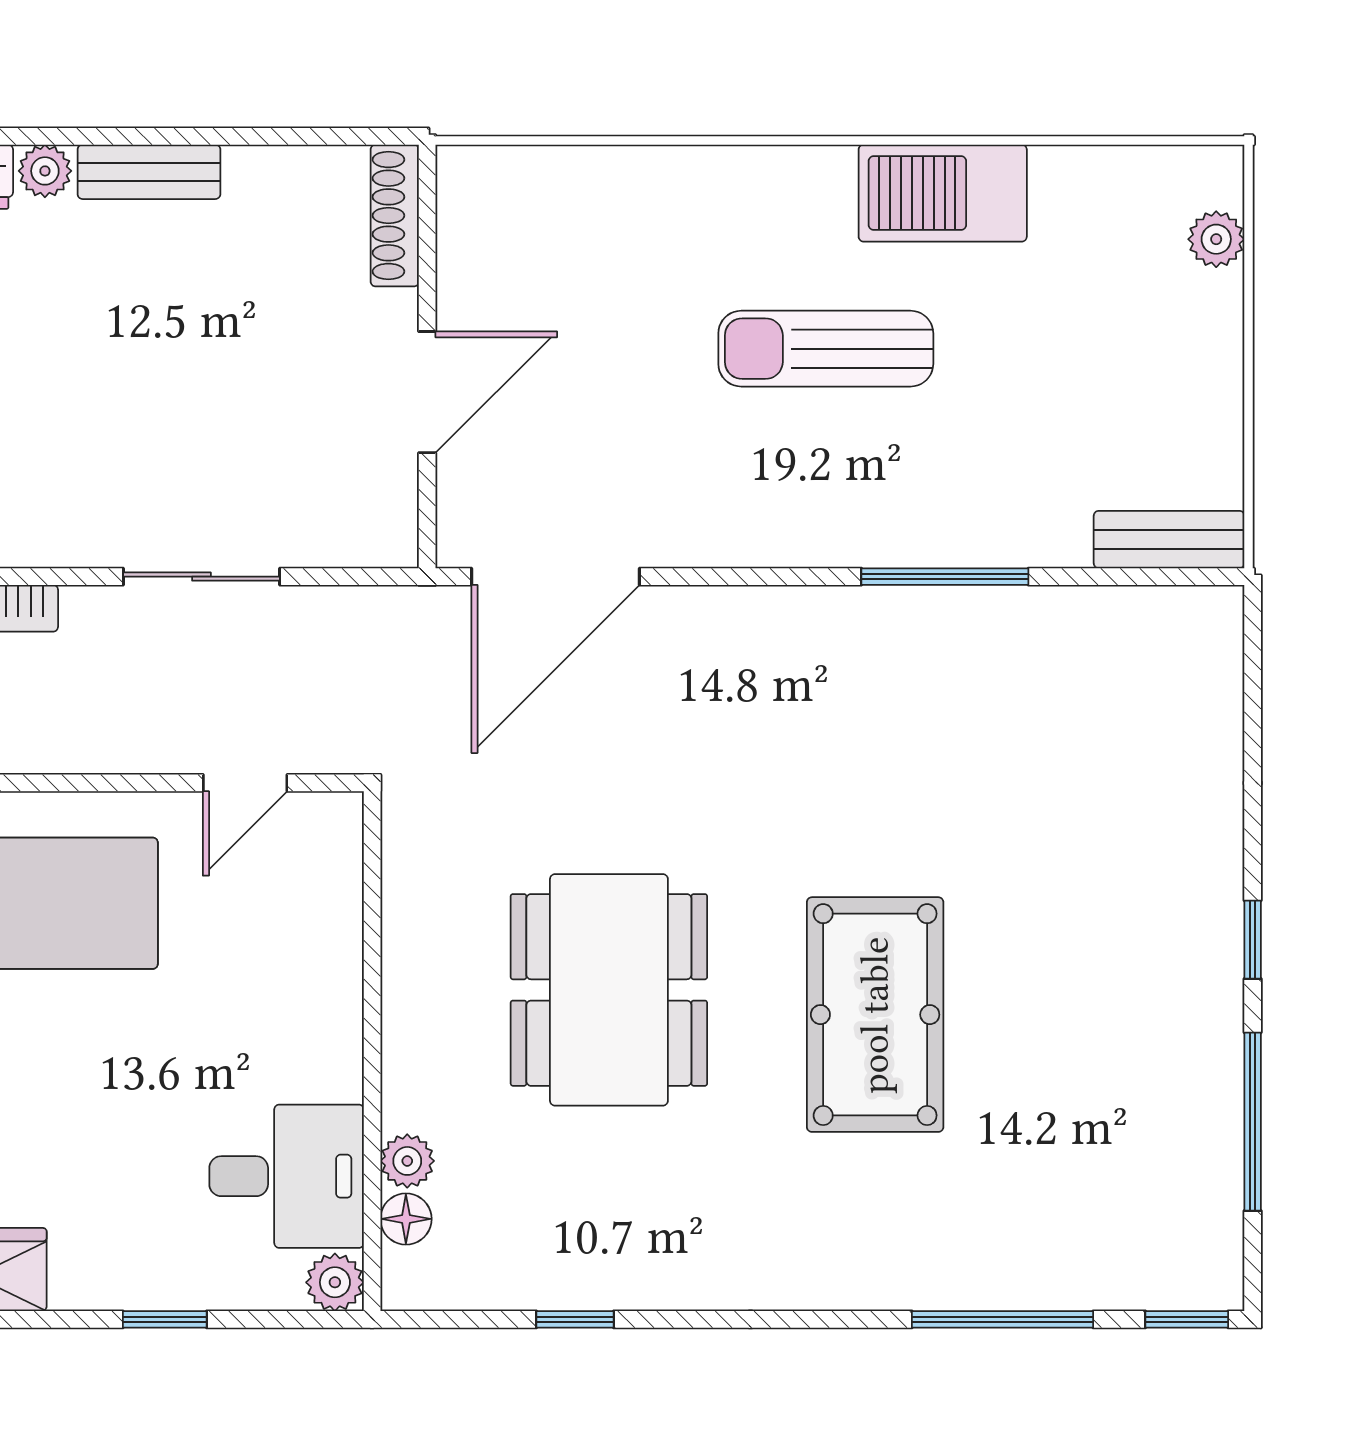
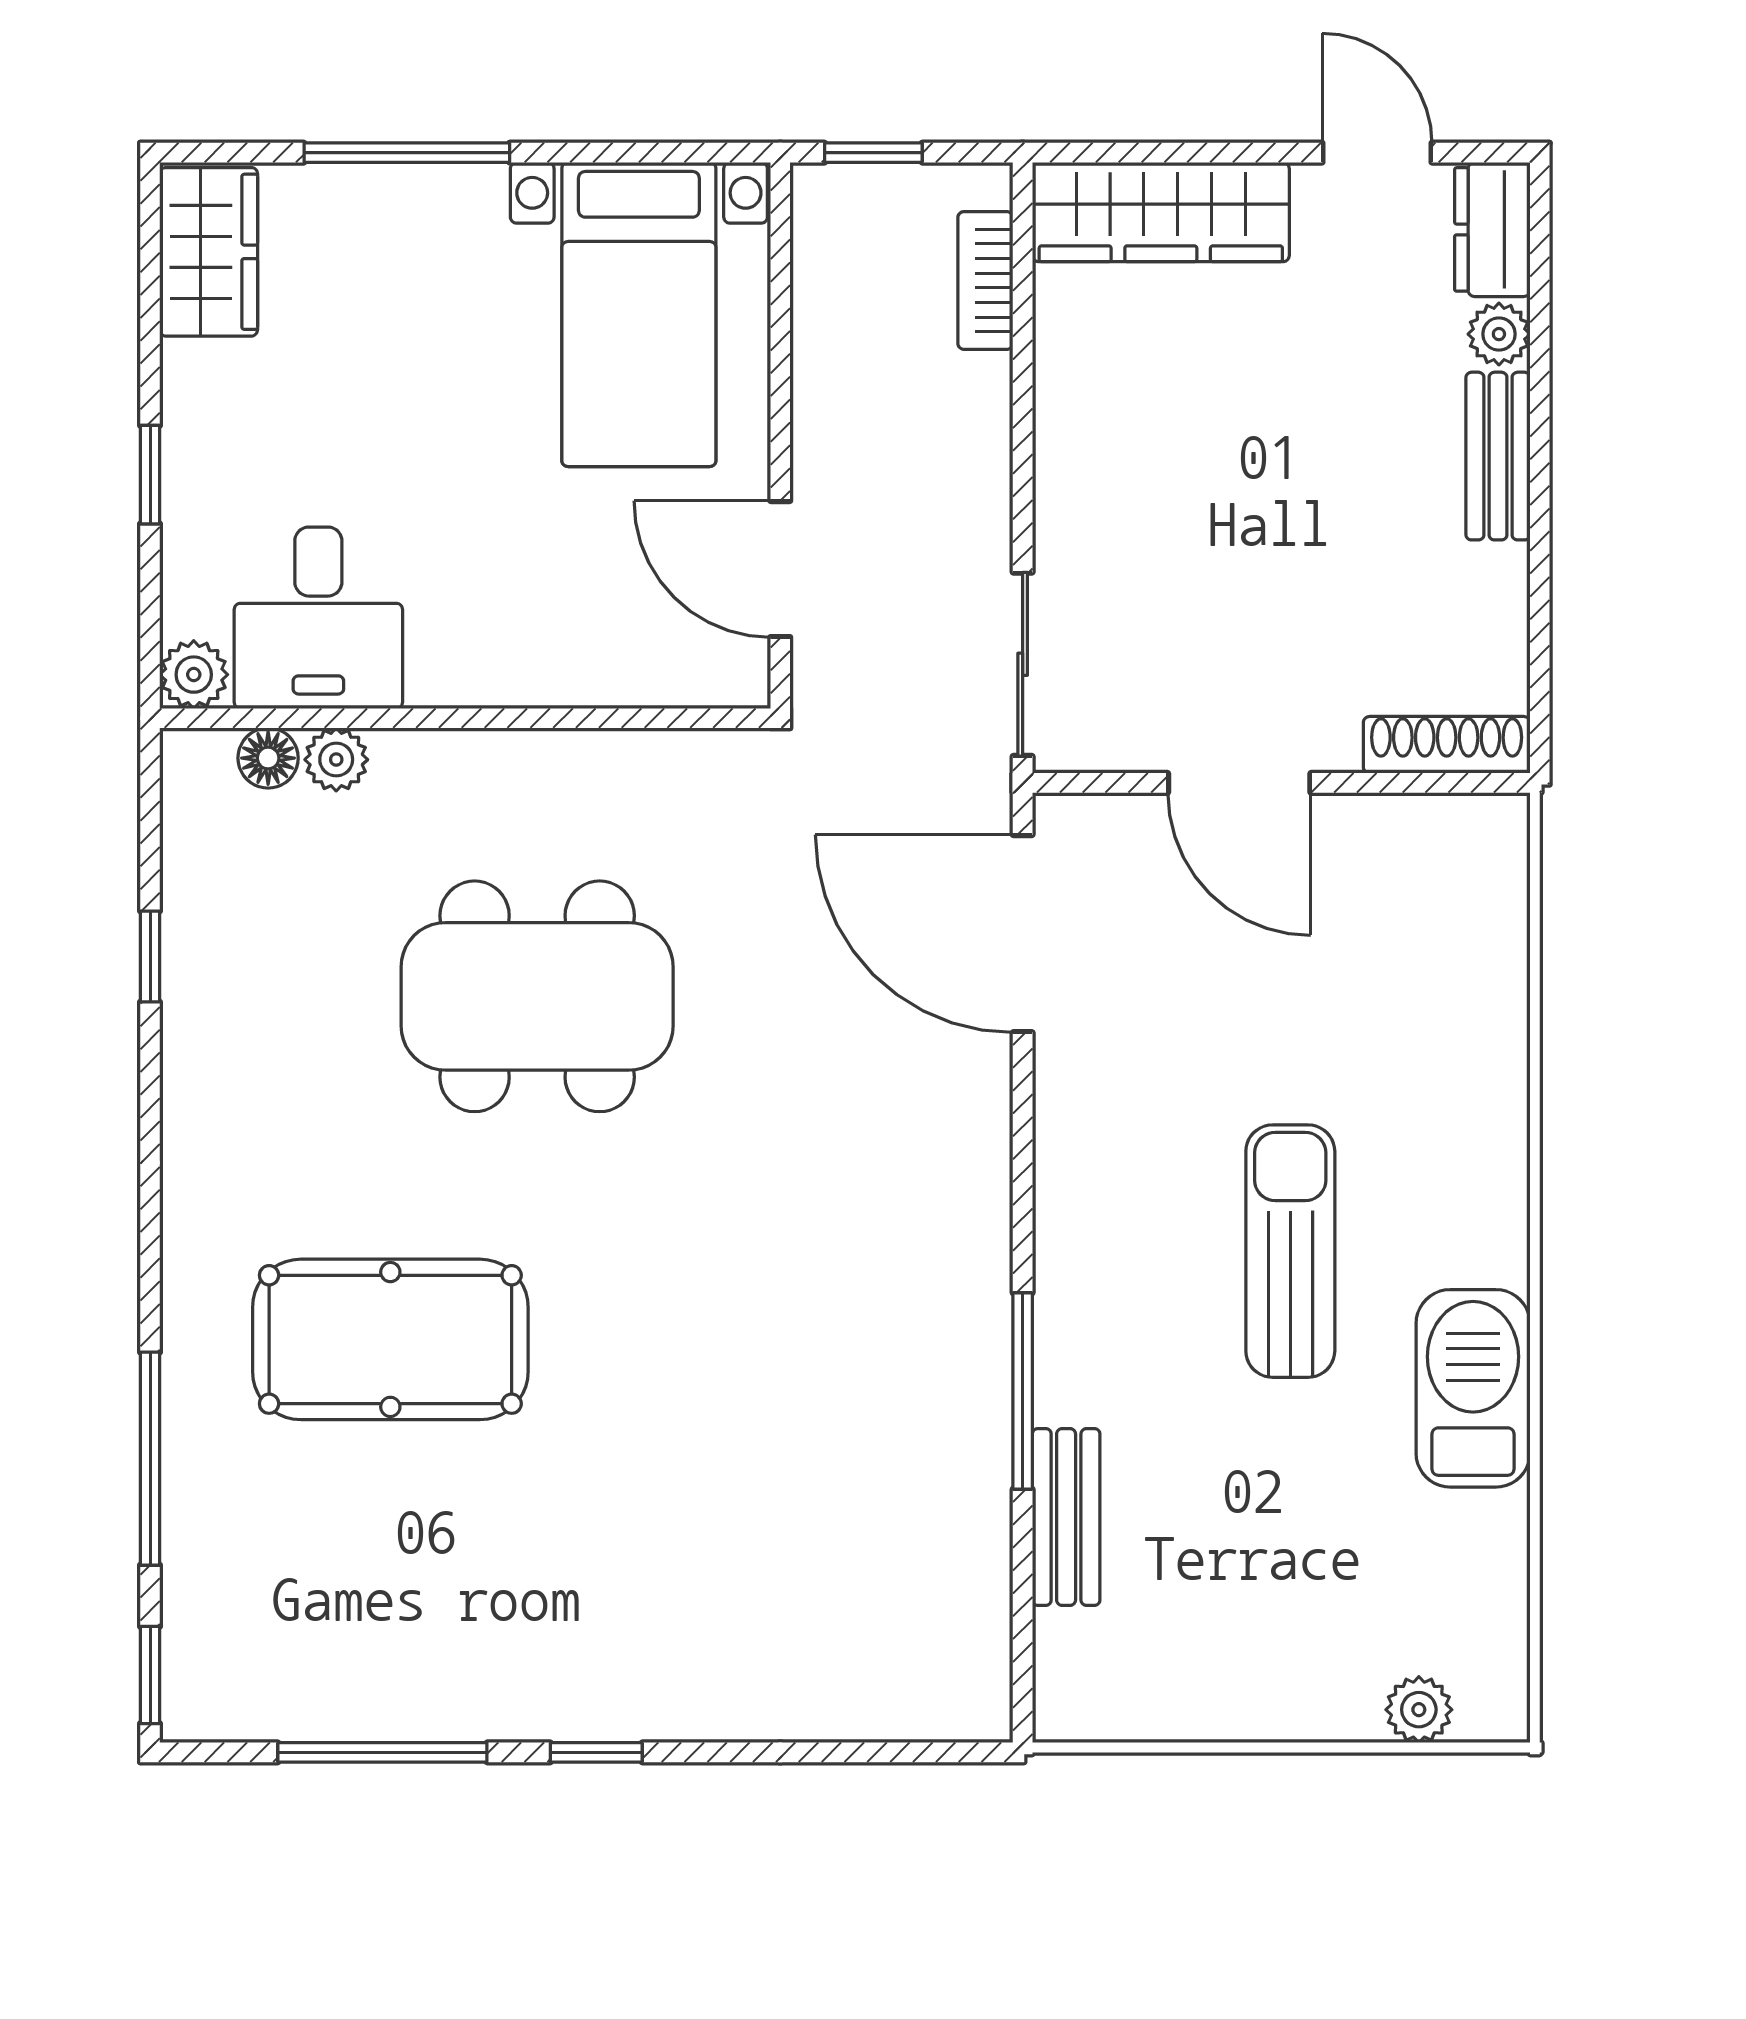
bench: (1169, 540) -> (1066, 1517), moved
sliding door: (201, 577) -> (1023, 664), moved
door: (245, 783) -> (780, 569), width x1.37
pool table: (875, 1015) -> (390, 1339), moved

